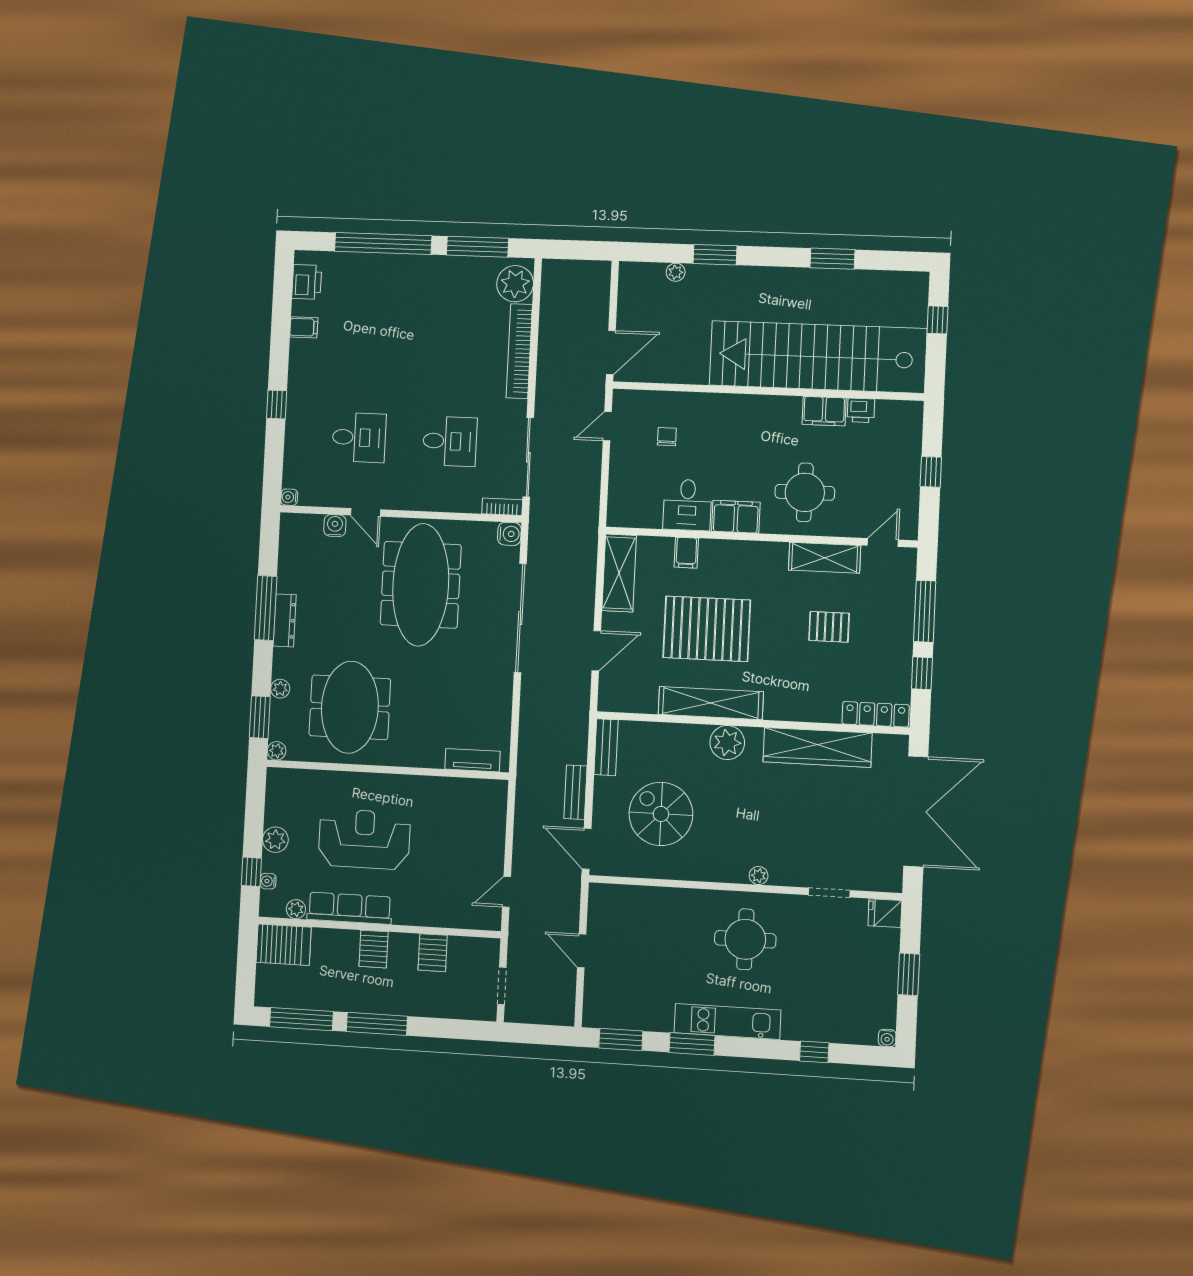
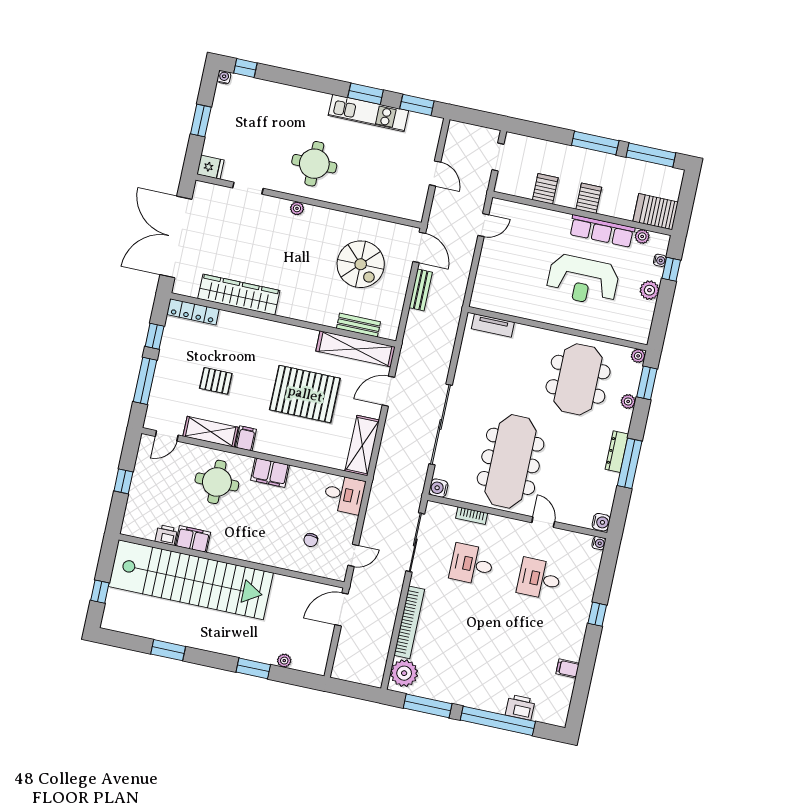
printer: (307, 282) -> (520, 707), moved, turned 90
desk: (687, 505) -> (344, 494), moved, turned 90
bookcase: (502, 507) -> (472, 516), moved
water cooler: (335, 526) -> (601, 522), moved, turned -90
filing cabinet: (686, 553) -> (246, 438), moved
shelving: (711, 703) -> (355, 349), moved
plant: (727, 743) -> (304, 309), removed
bench: (606, 747) -> (358, 325), moved, turned 90
kitchen unit: (727, 1021) -> (368, 113), moved
window: (814, 1052) -> (245, 68), moved

